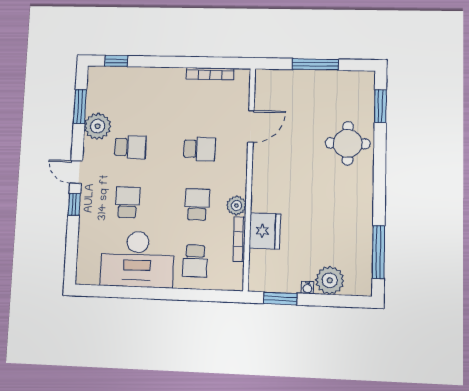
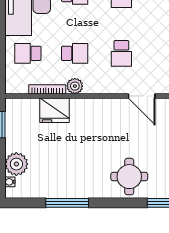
window: (378, 252) -> (67, 203), moved
water cooler: (307, 288) -> (10, 182), moved

